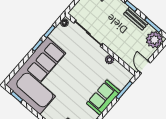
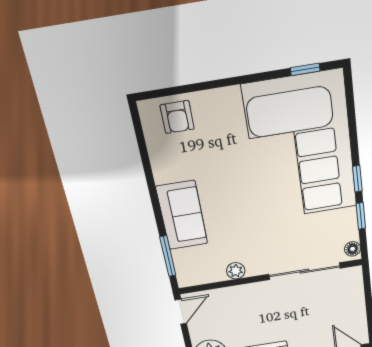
door: (144, 67) -> (181, 312), hinge flipped

